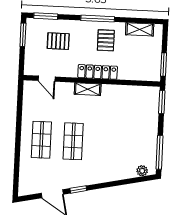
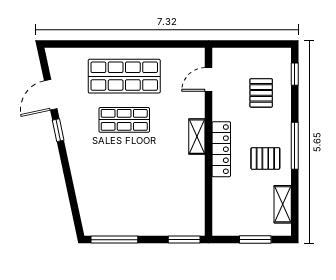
window: (46, 16) -> (295, 74), width x0.67
window: (23, 35) -> (268, 44), removed
window: (164, 64) -> (255, 240), moved
shop shelf: (41, 140) -> (124, 76), width x1.43, depth x1.36
plant: (142, 171) -> (88, 217), removed

